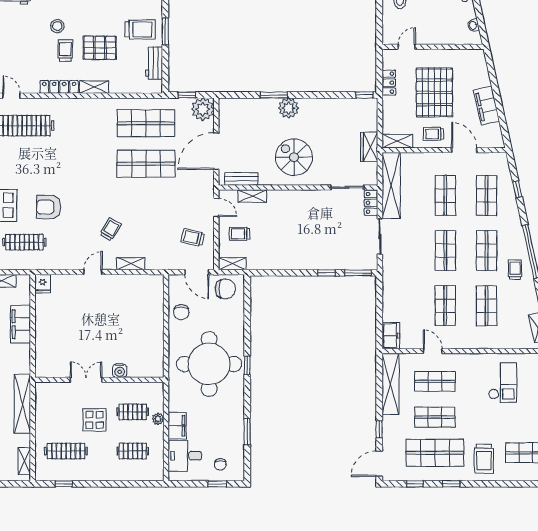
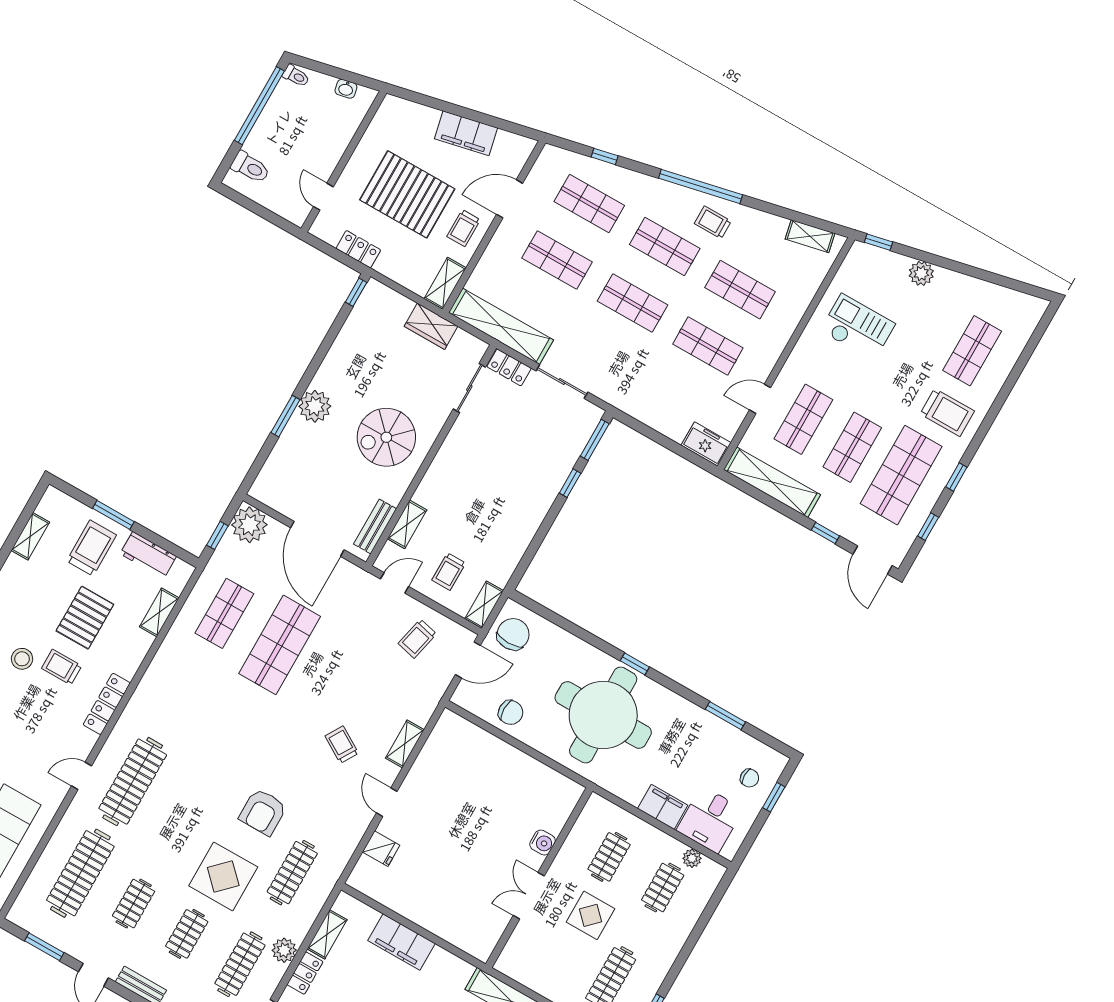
shelving: (94, 87) -> (159, 612), moved
shop shelf: (146, 123) -> (224, 613), width x0.70, depth x0.74
fridge: (43, 284) -> (381, 849), moved
plant: (158, 419) -> (692, 858), moved

